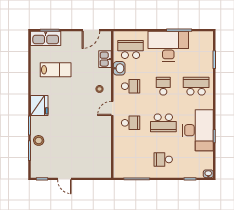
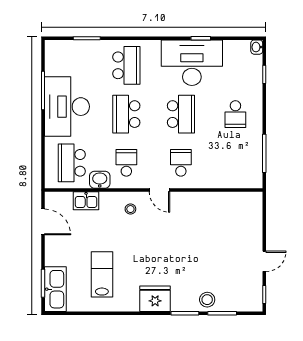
school desk: (163, 86) -> (126, 114), width x1.85
school desk: (196, 86) -> (126, 65), turned 180

